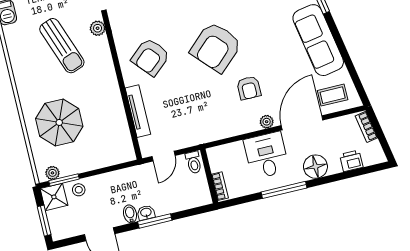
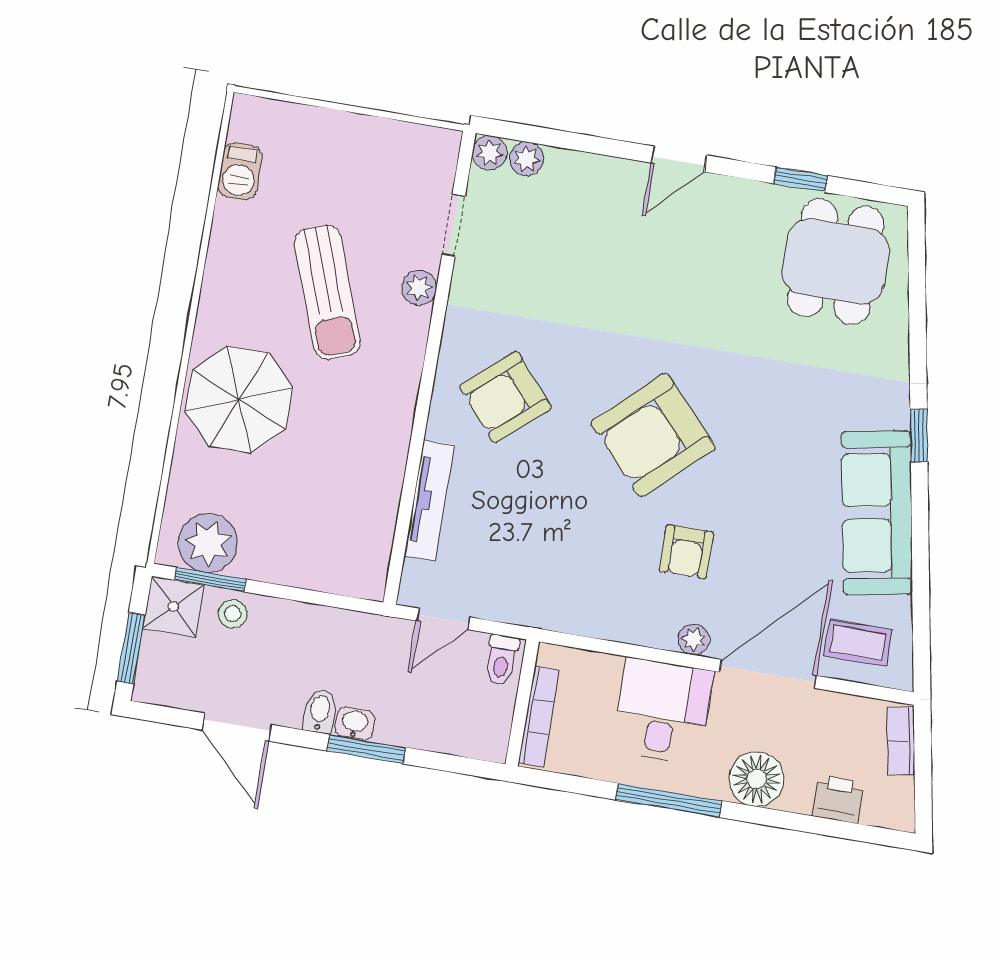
parasol: (59, 122) -> (239, 400), moved
plant: (52, 173) -> (208, 543), width x1.88, depth x1.88
bookcase: (220, 186) -> (539, 717), width x1.56

